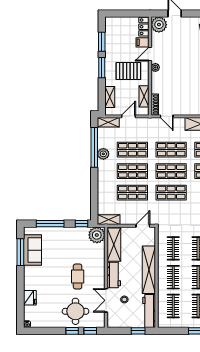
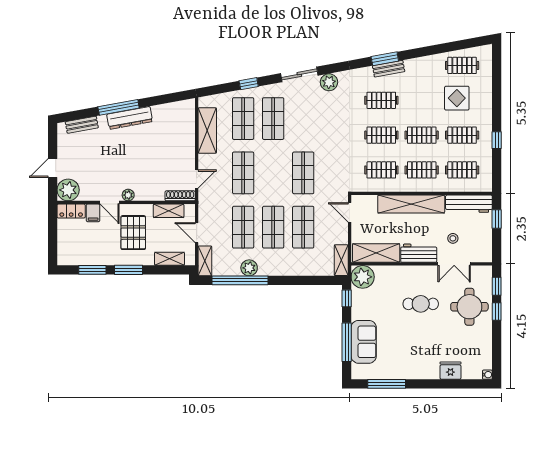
shop shelf: (171, 171) -> (273, 173), removed
sofa: (32, 250) -> (364, 342), moved, turned 90

